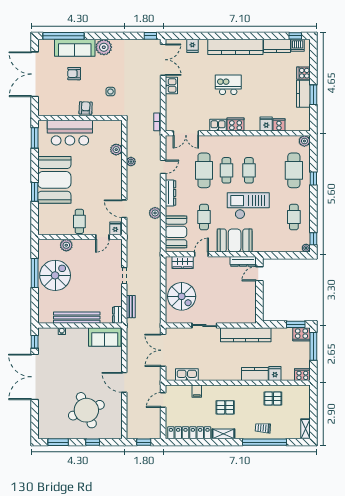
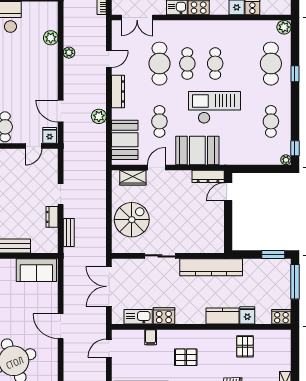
spiral stairs: (182, 296) -> (132, 220), turned -90
dresser: (117, 315) -> (52, 217), moved
cooker: (301, 334) -> (164, 316), moved, turned 180
pallet: (273, 398) -> (245, 346), turned 90

